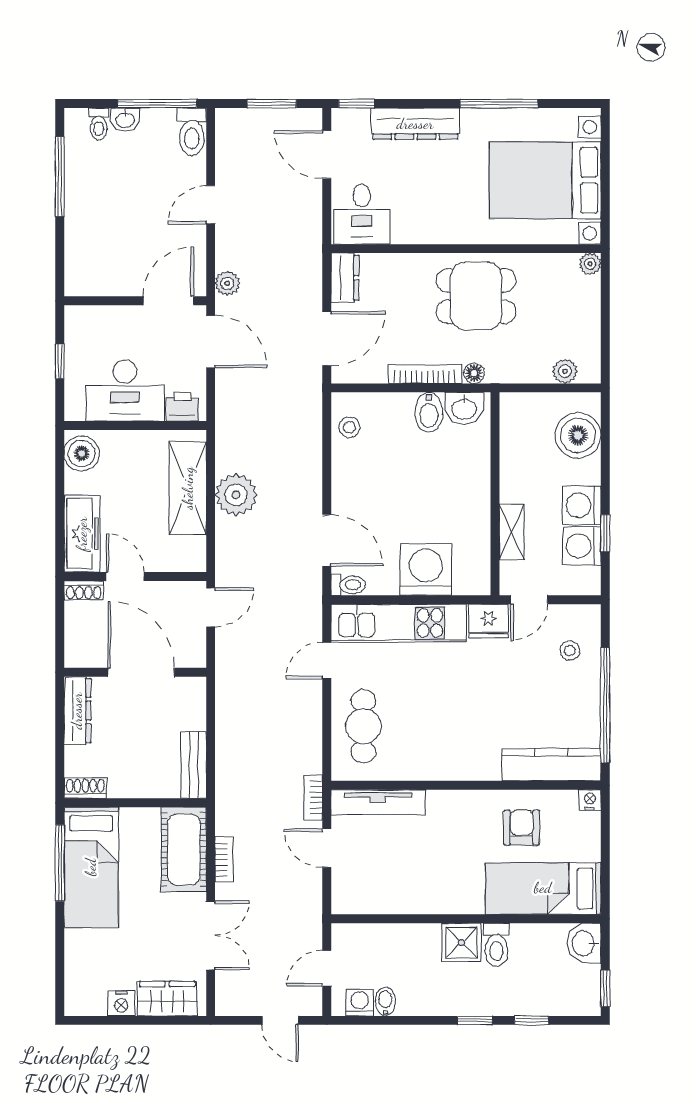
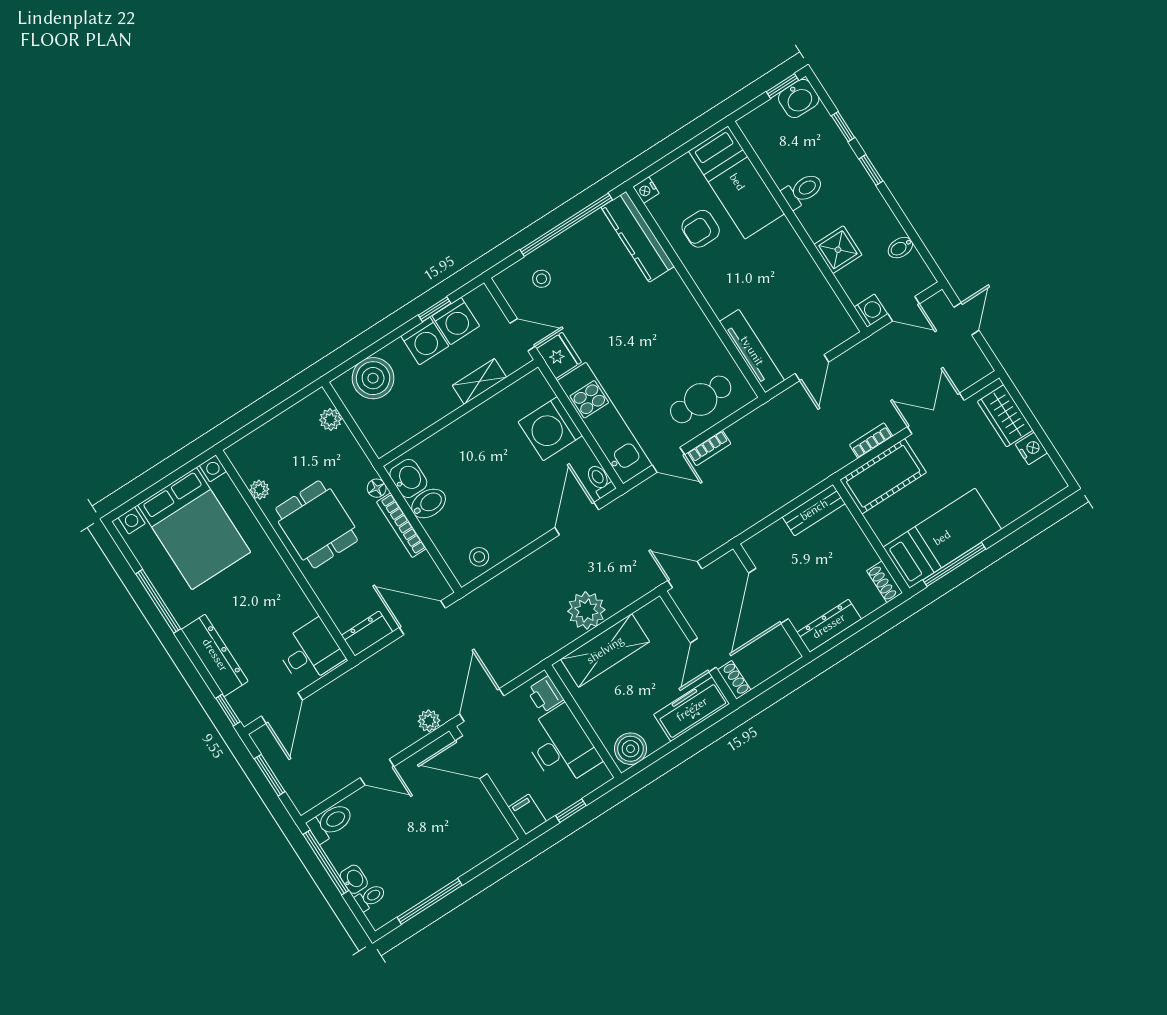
plant: (590, 264) -> (259, 490), moved
filing cabinet: (82, 319) -> (527, 814), added
bookcase: (313, 798) -> (709, 448), moved
shower: (462, 942) -> (838, 250), moved
washbasin: (584, 943) -> (799, 98), moved
washing machine: (360, 1003) -> (871, 311), moved, turned 180

